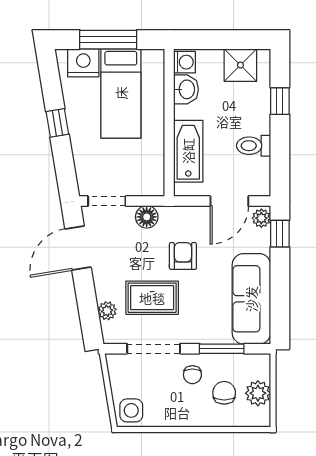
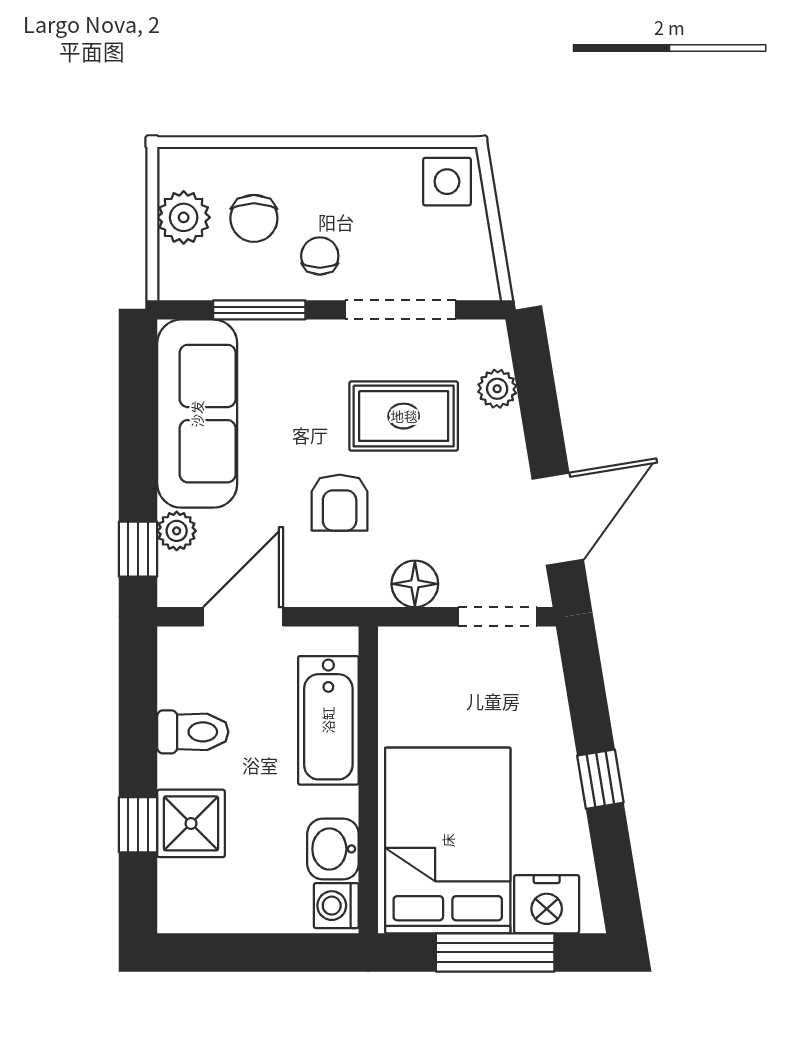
shower: (240, 65) -> (191, 823), moved
bed: (121, 93) -> (448, 840), width x1.50
plant: (261, 218) -> (177, 531), moved

